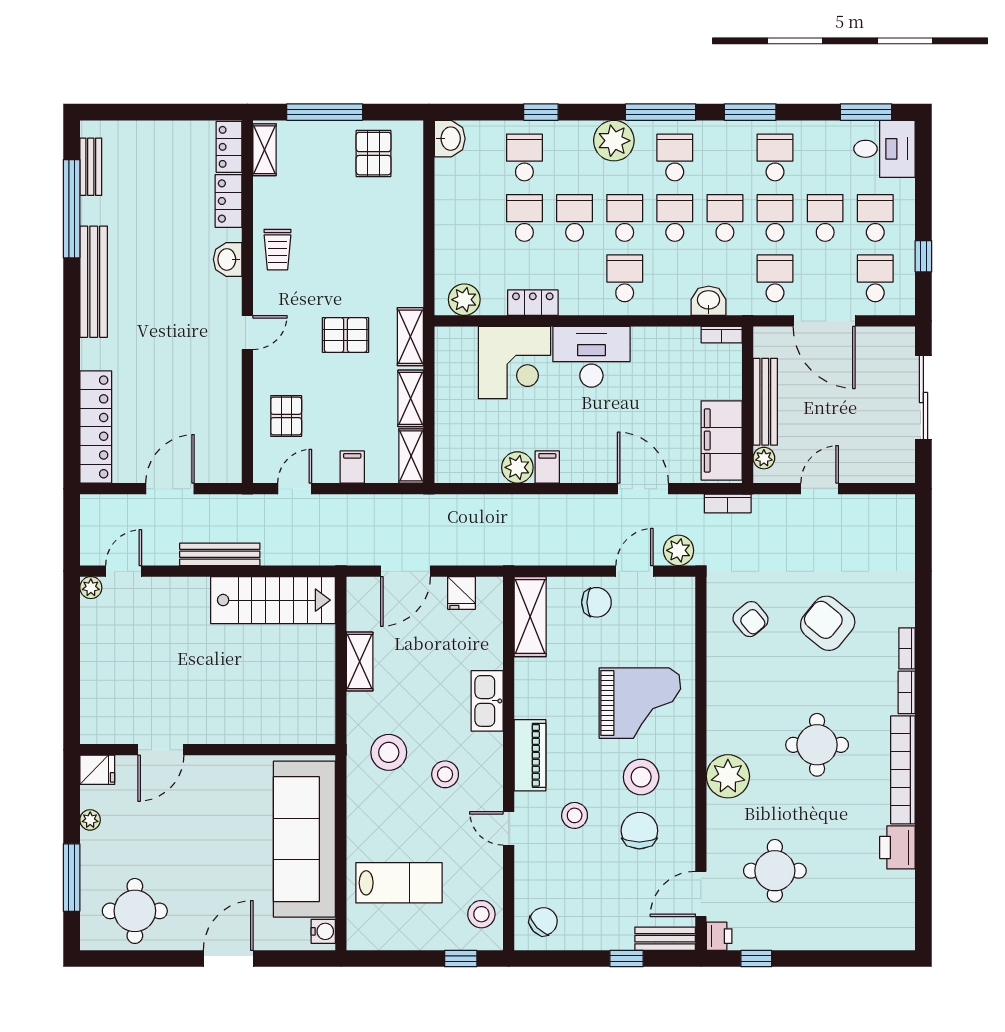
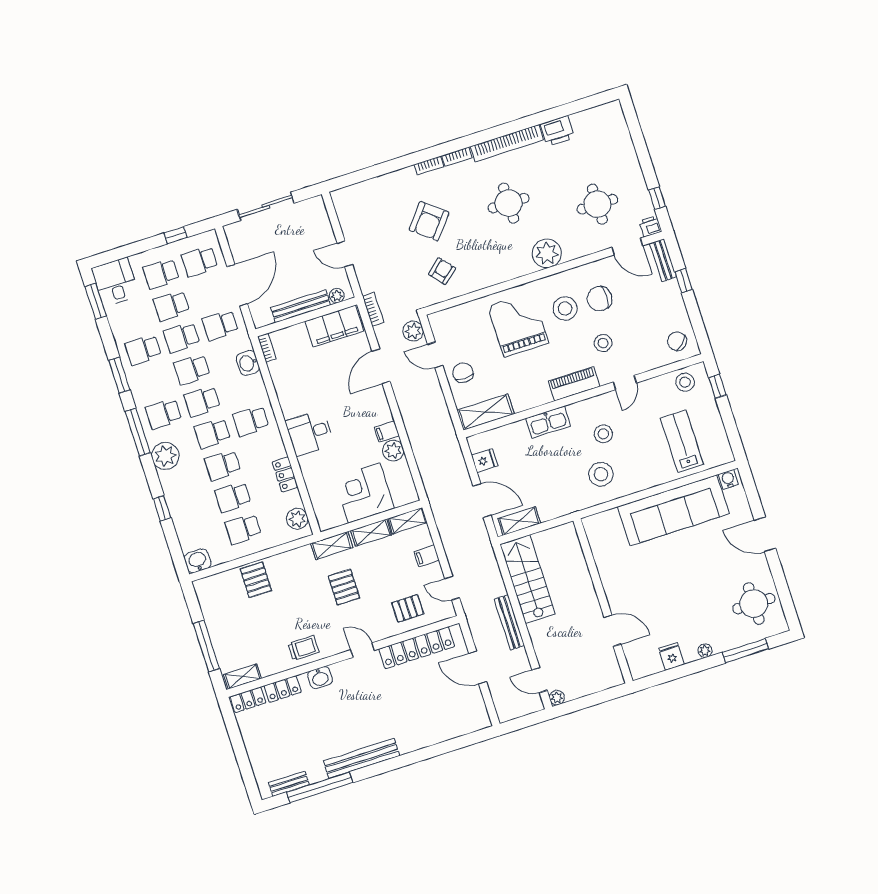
pallet: (374, 154) -> (256, 580), moved, turned 90
school desk: (524, 157) -> (243, 529), moved
desk: (591, 357) -> (310, 433), width x0.73
corner desk: (514, 363) -> (364, 493), moved, turned -90
locker: (96, 427) -> (417, 648), moved, turned 180
shelving: (360, 662) -> (519, 521), moved
door: (161, 750) -> (613, 631), moved
wall: (208, 750) -> (603, 601), moved

